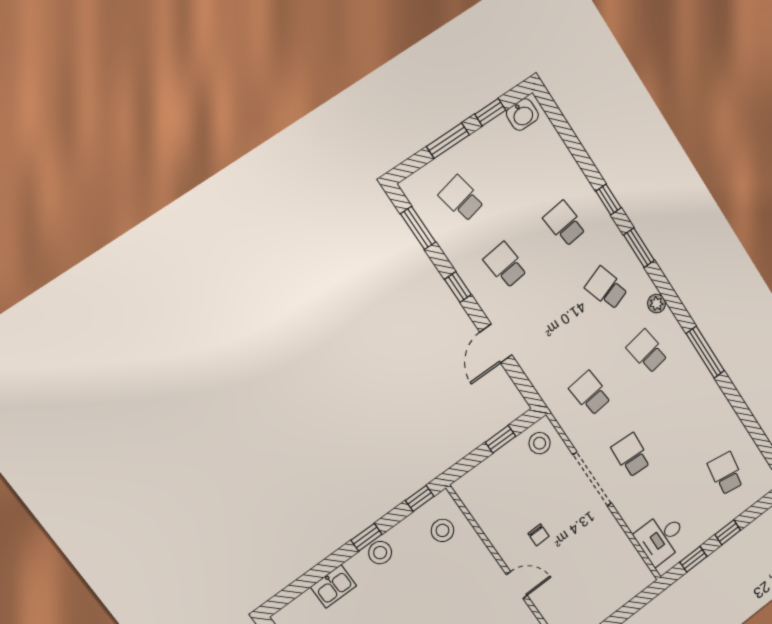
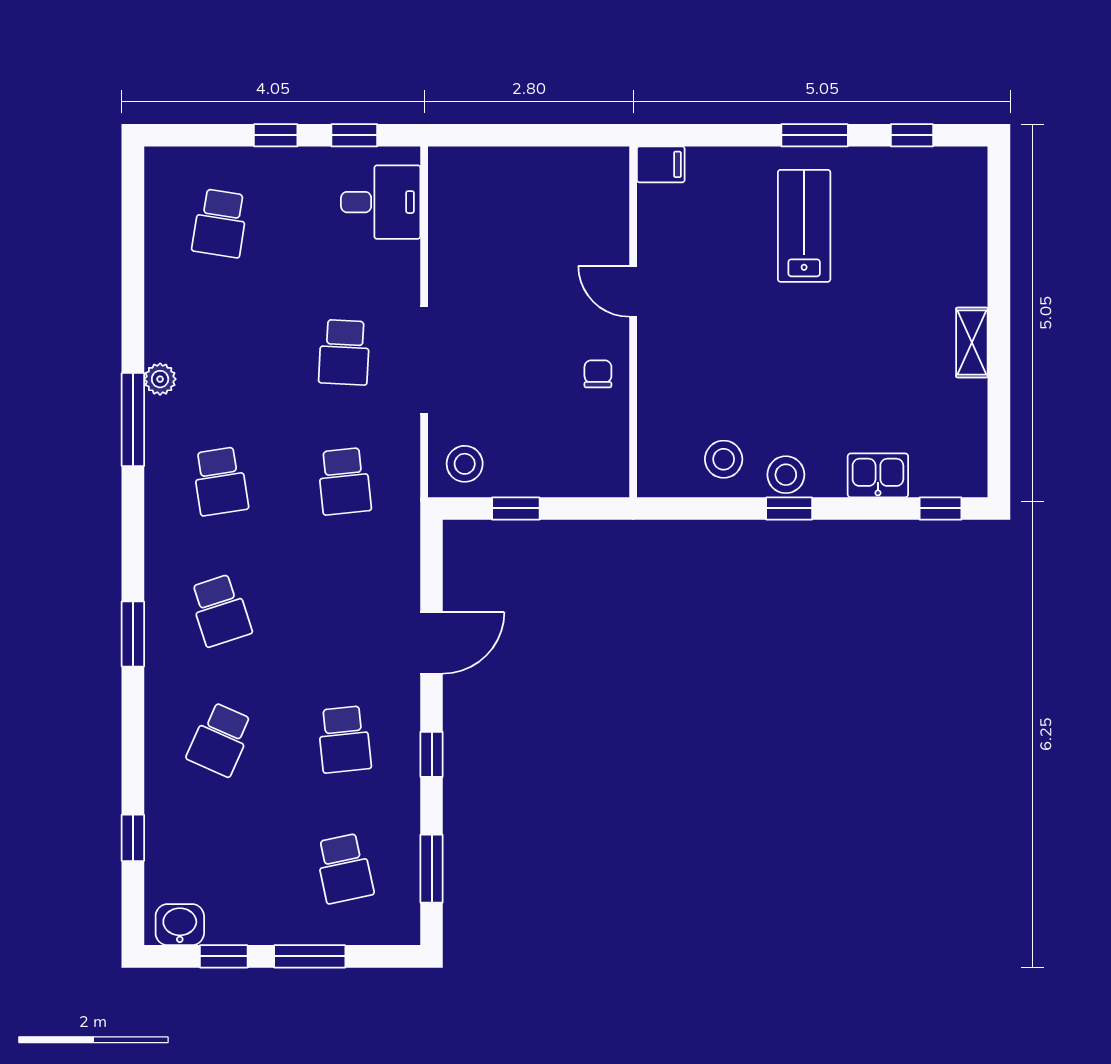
window: (608, 200) -> (133, 838), moved
school desk: (565, 223) -> (220, 739), turned 30
plant: (656, 304) -> (160, 379), moved
window: (420, 498) -> (941, 508), moved
stool: (442, 530) -> (724, 459), moved
chair: (539, 535) -> (598, 374), moved

